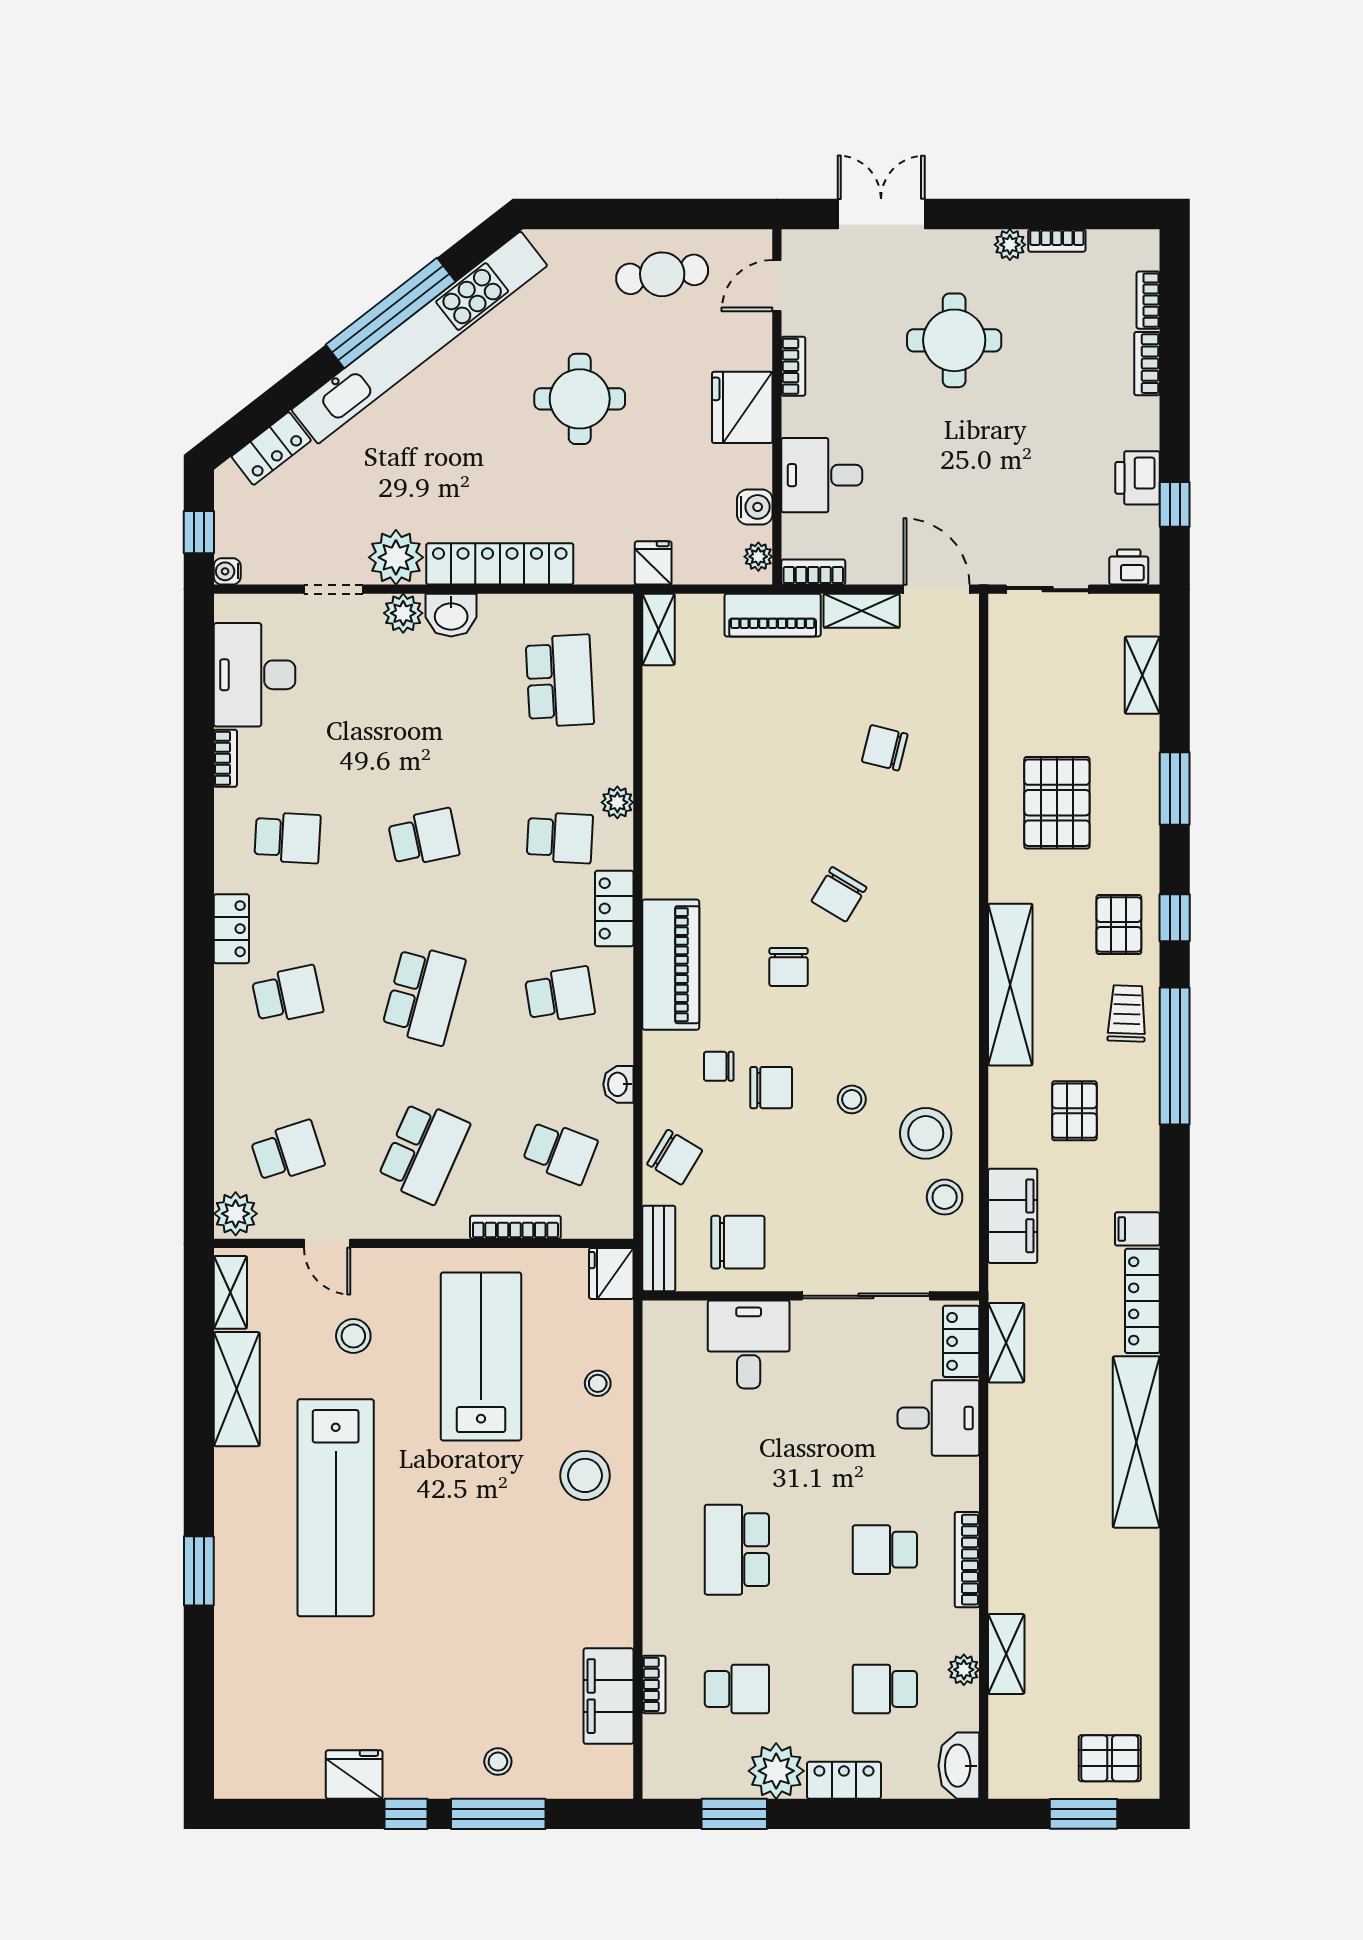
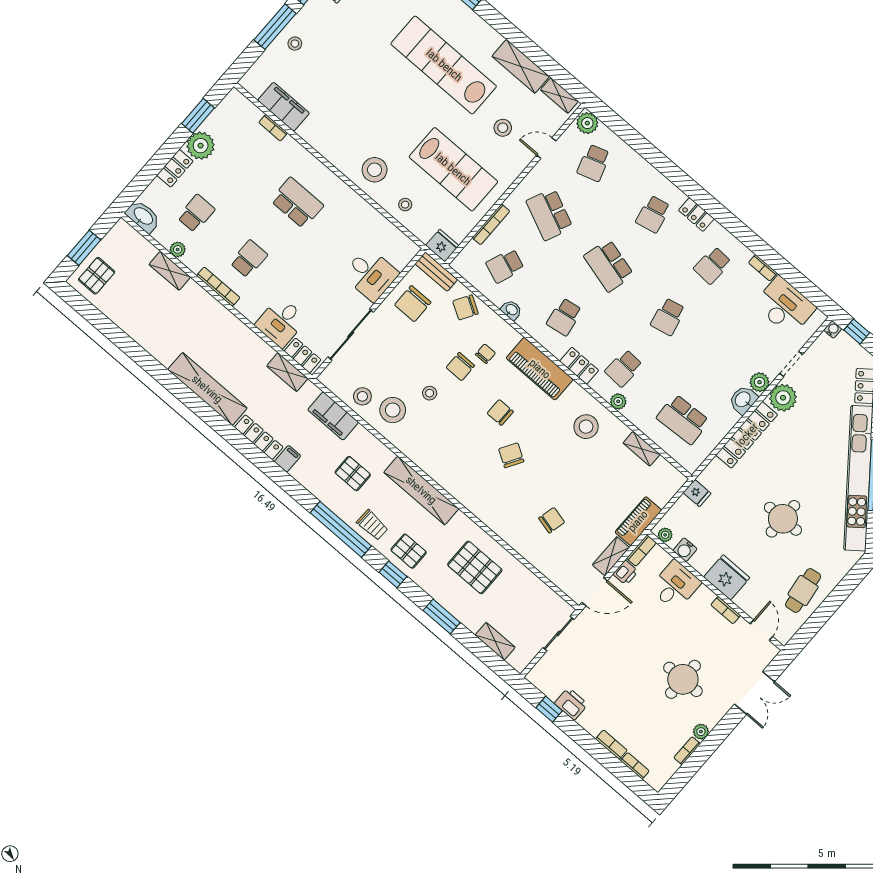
printer: (1129, 567) -> (626, 573), moved
shelving: (659, 630) -> (641, 449), moved
stool: (698, 818) -> (586, 427), added
school desk: (737, 1689) -> (244, 157), removed

